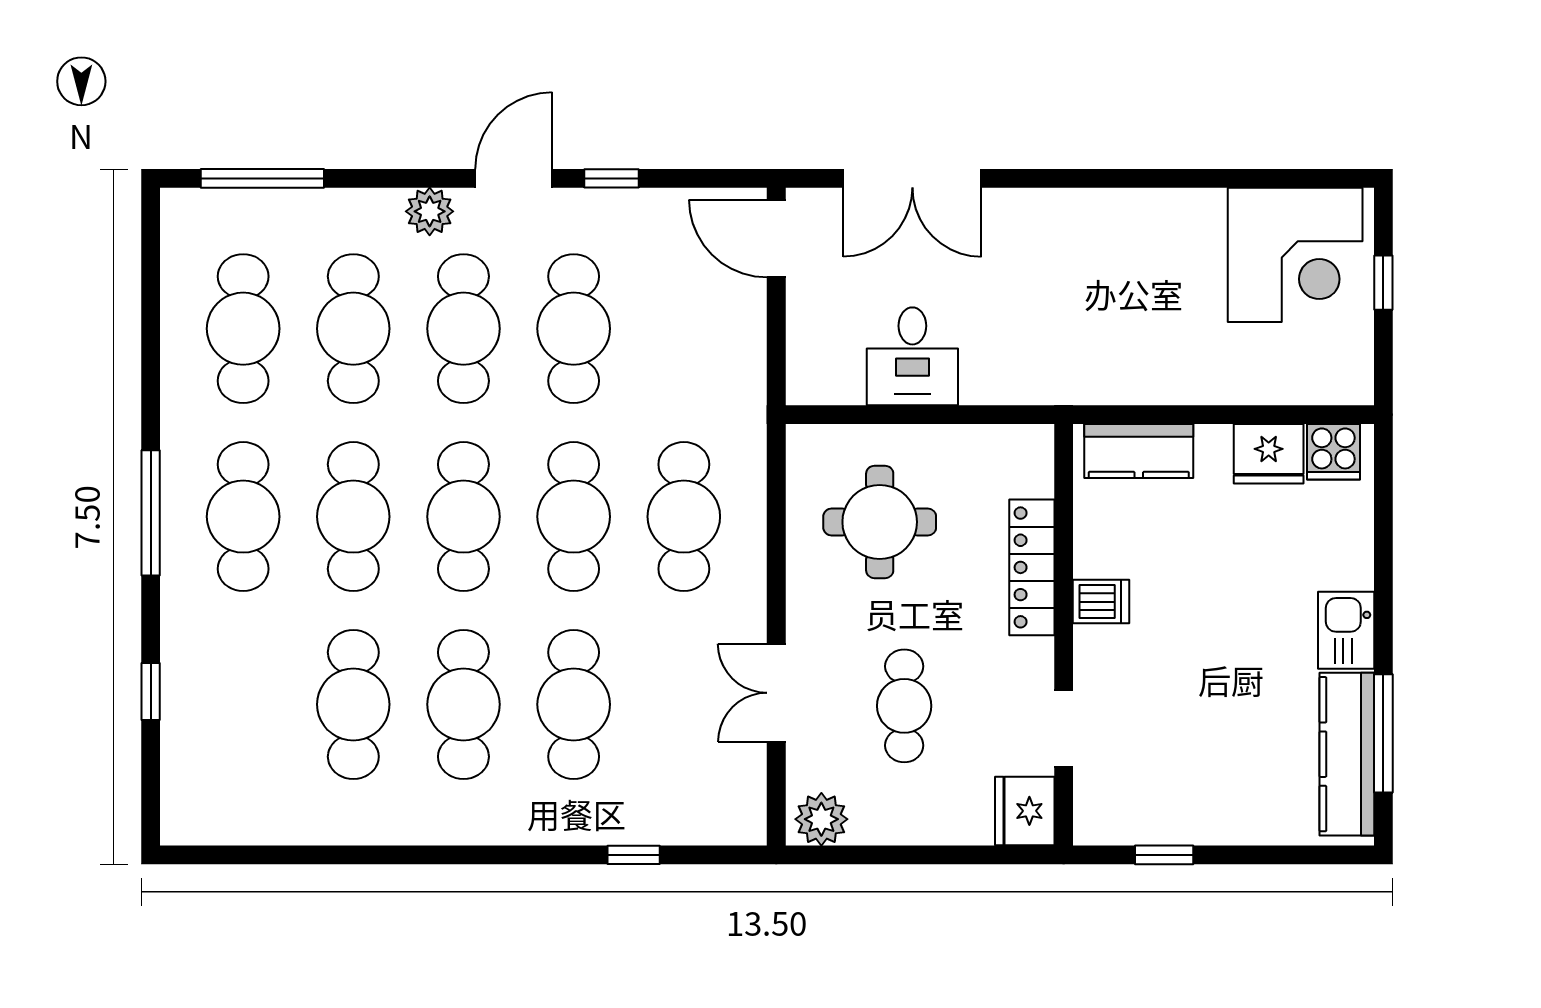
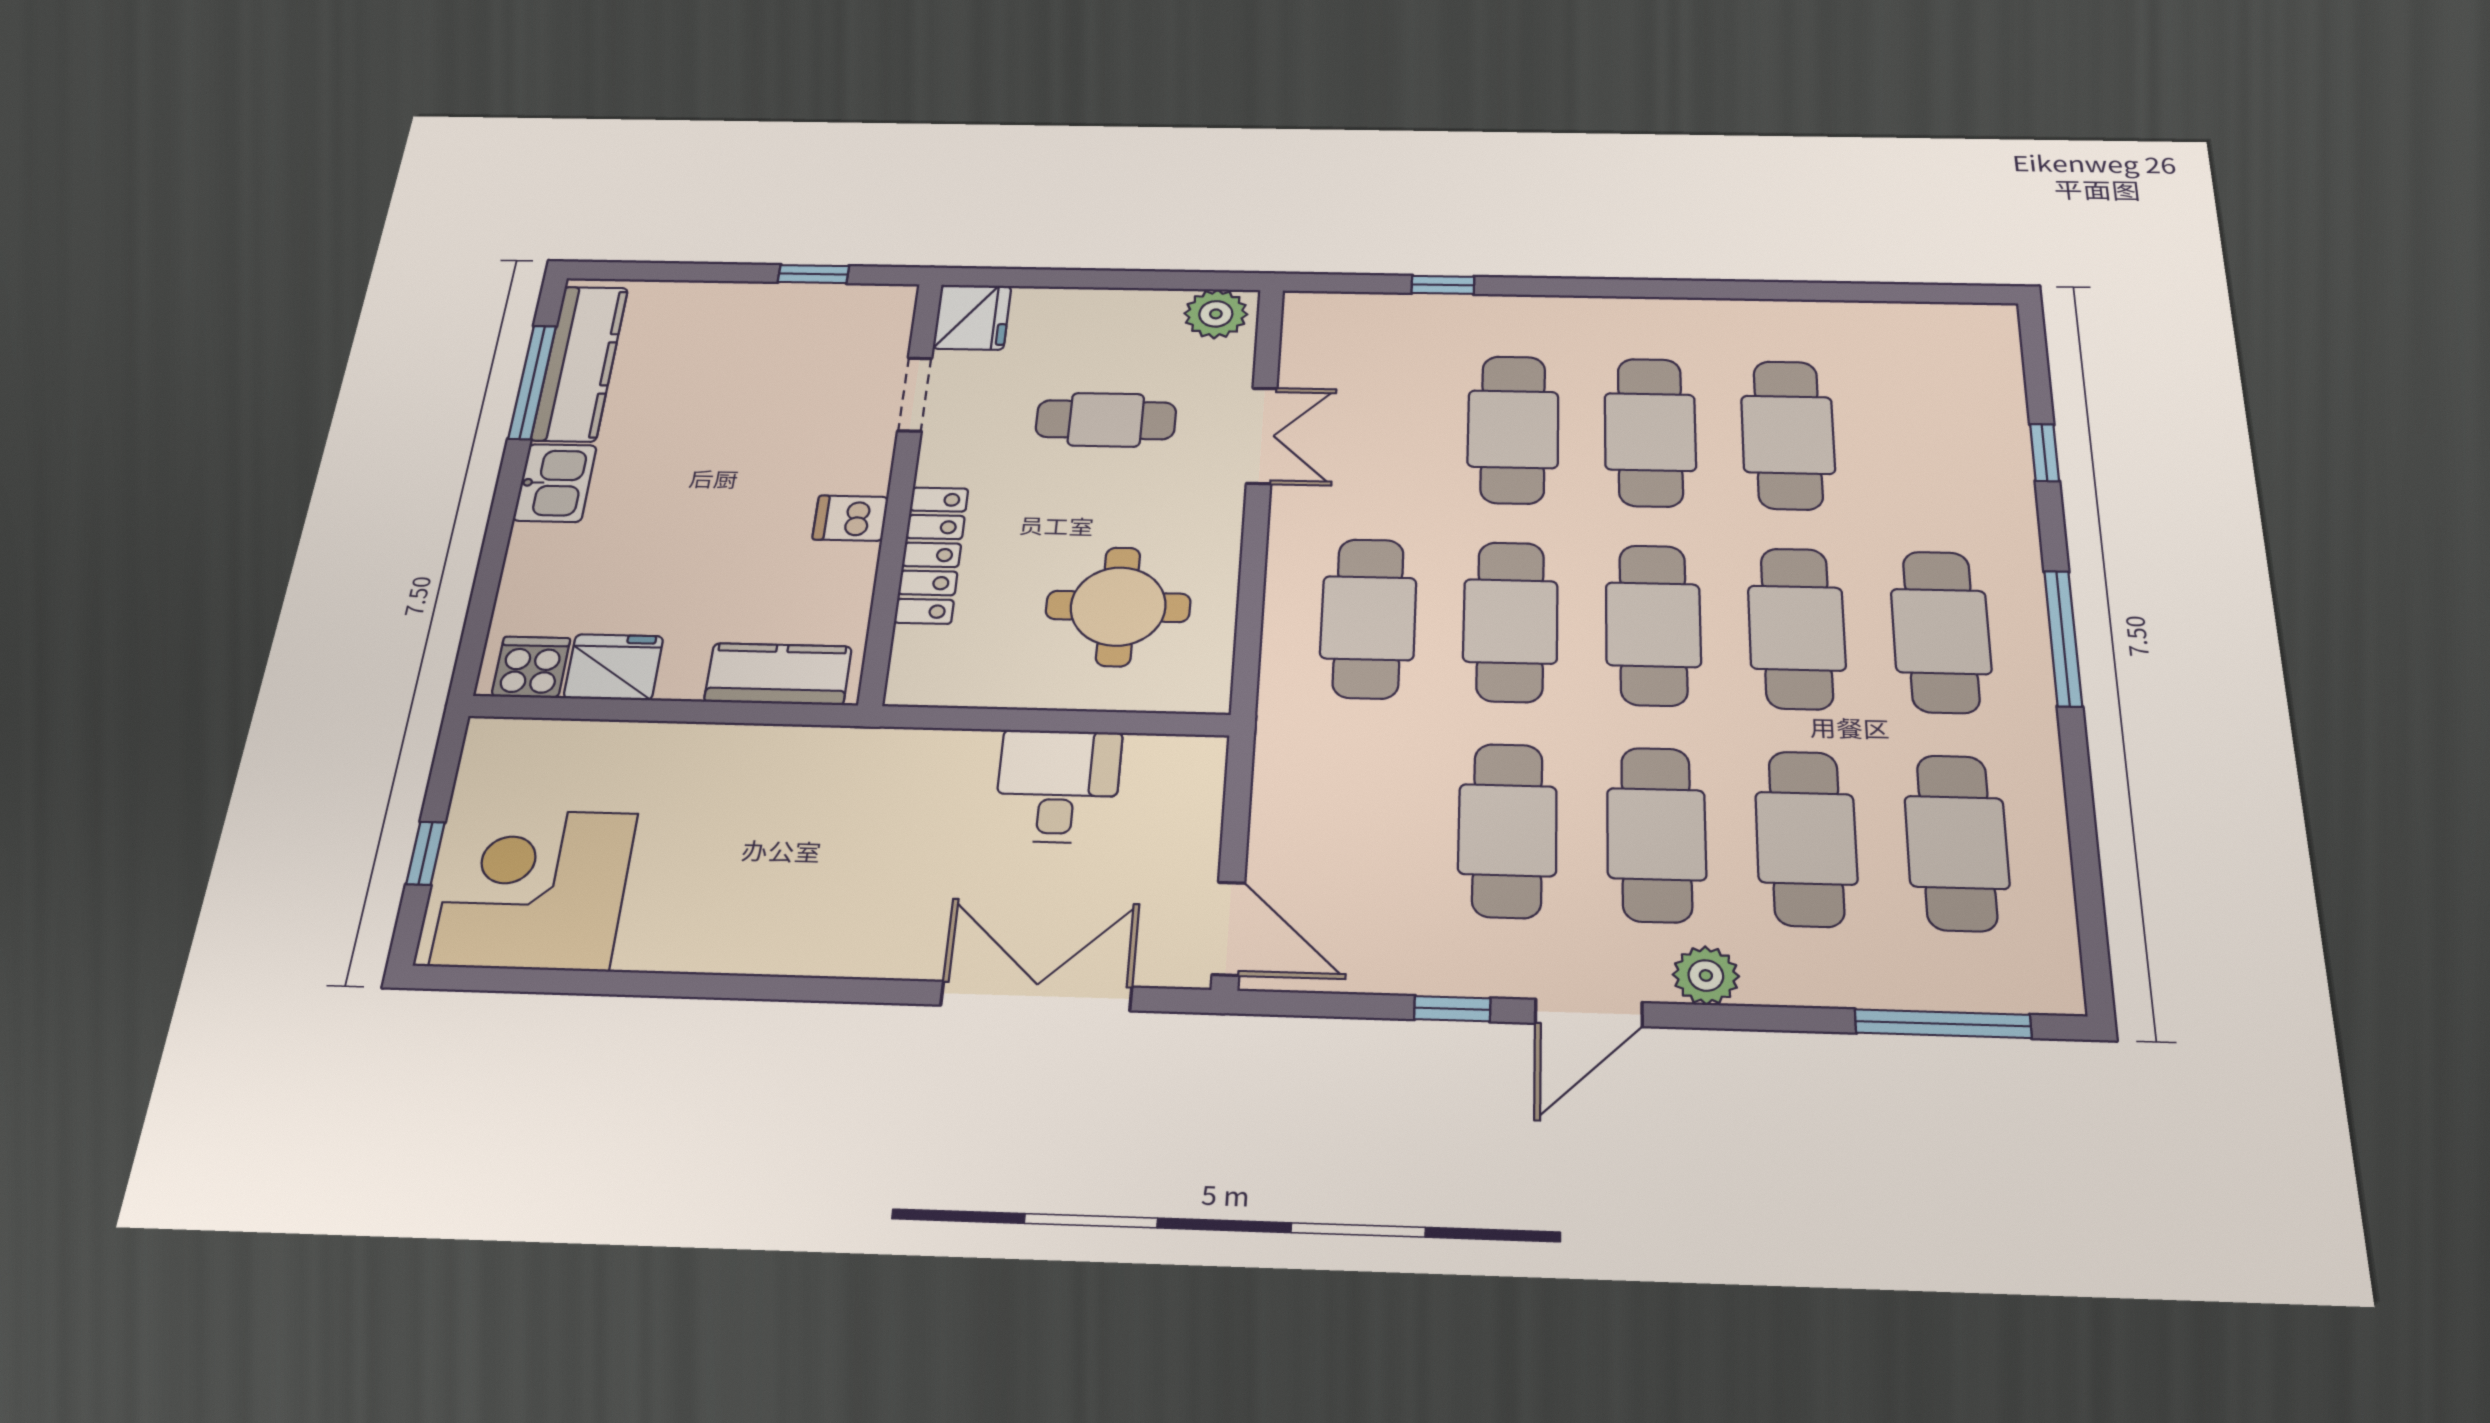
cafe table: (904, 706) -> (1106, 420), turned 90

